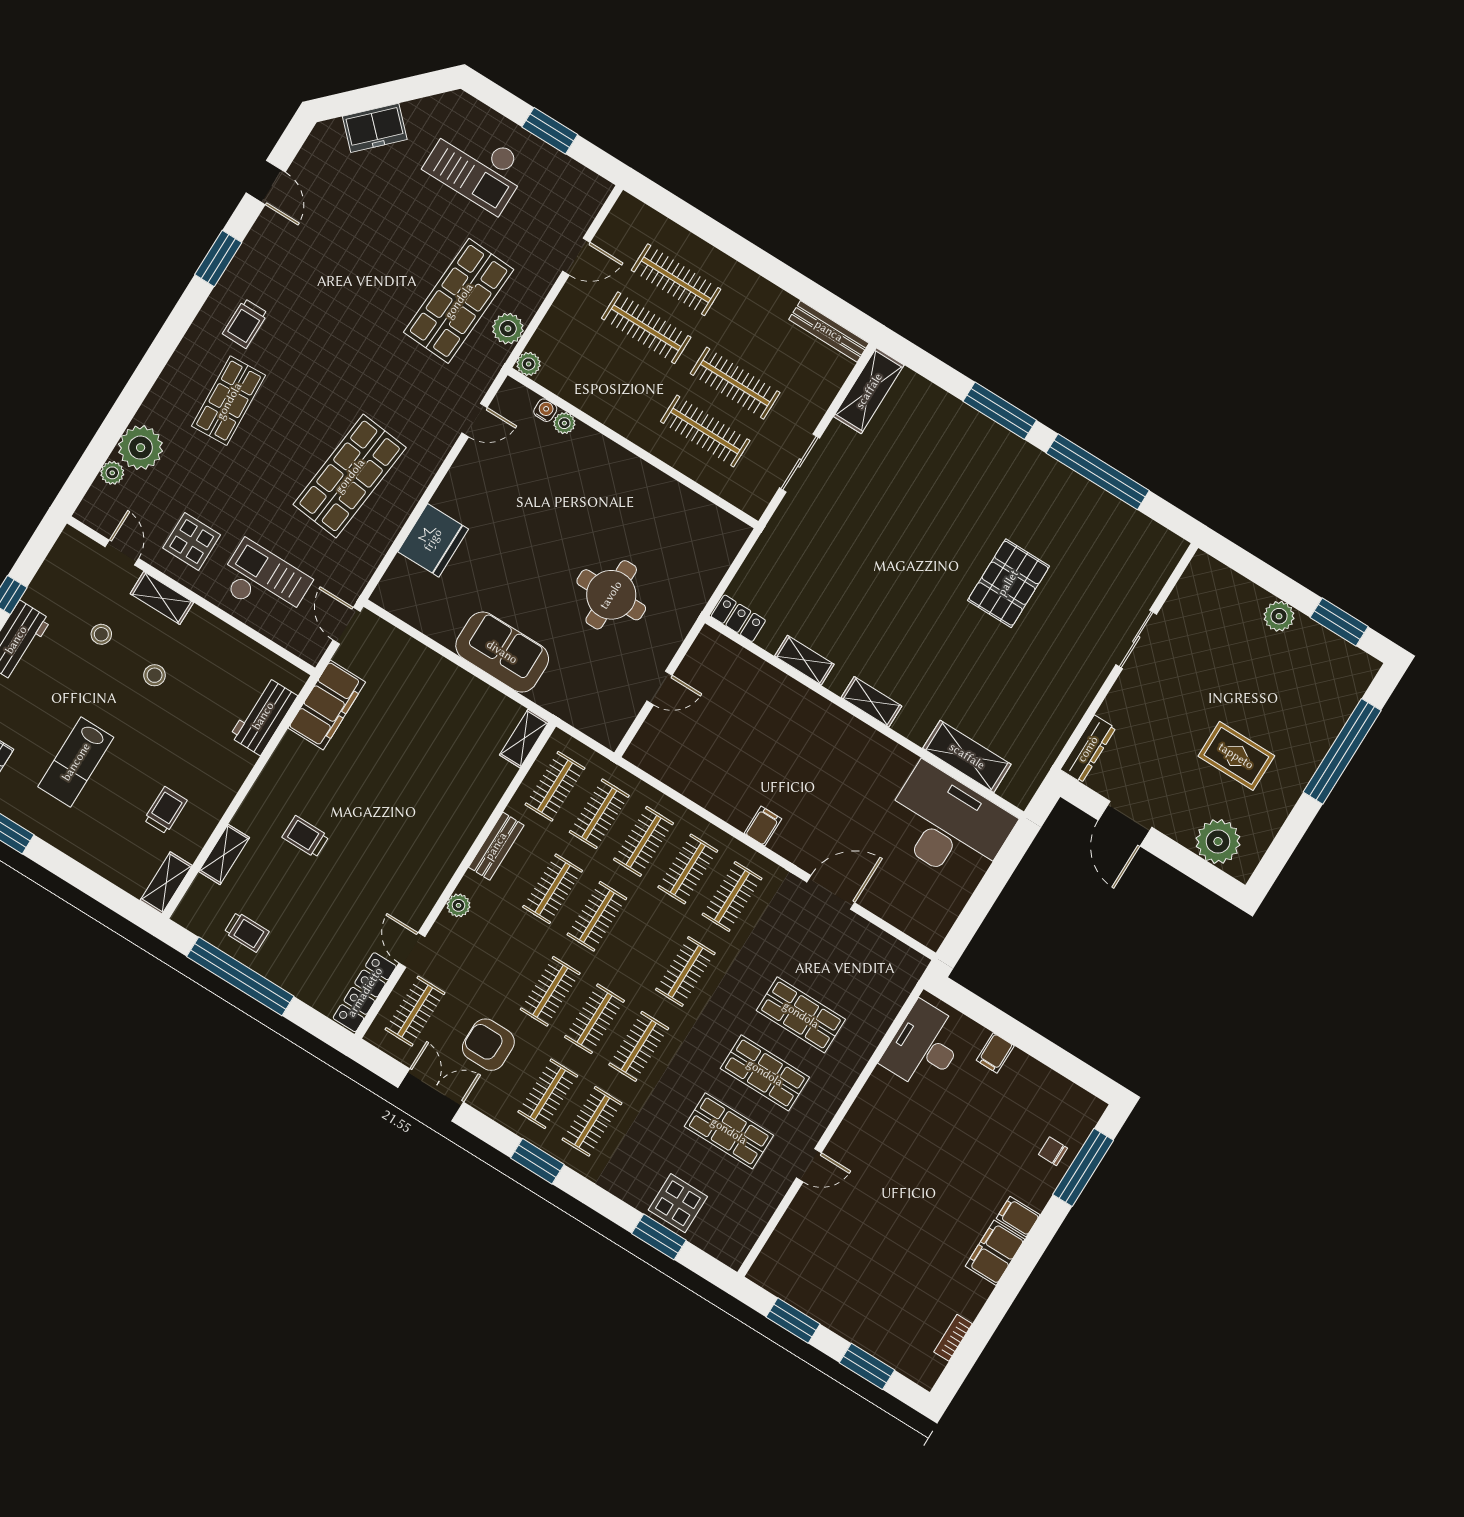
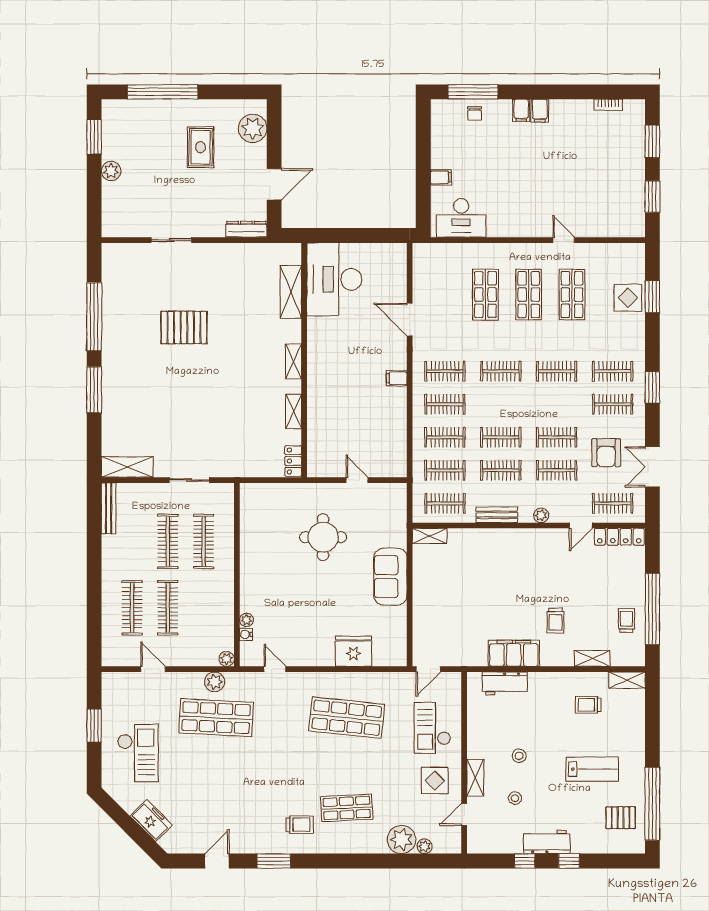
filing cabinet: (327, 705) -> (514, 653), moved
clothes rail: (594, 1019) -> (557, 470), moved
filing cabinet: (995, 1253) -> (540, 111), width x0.50

